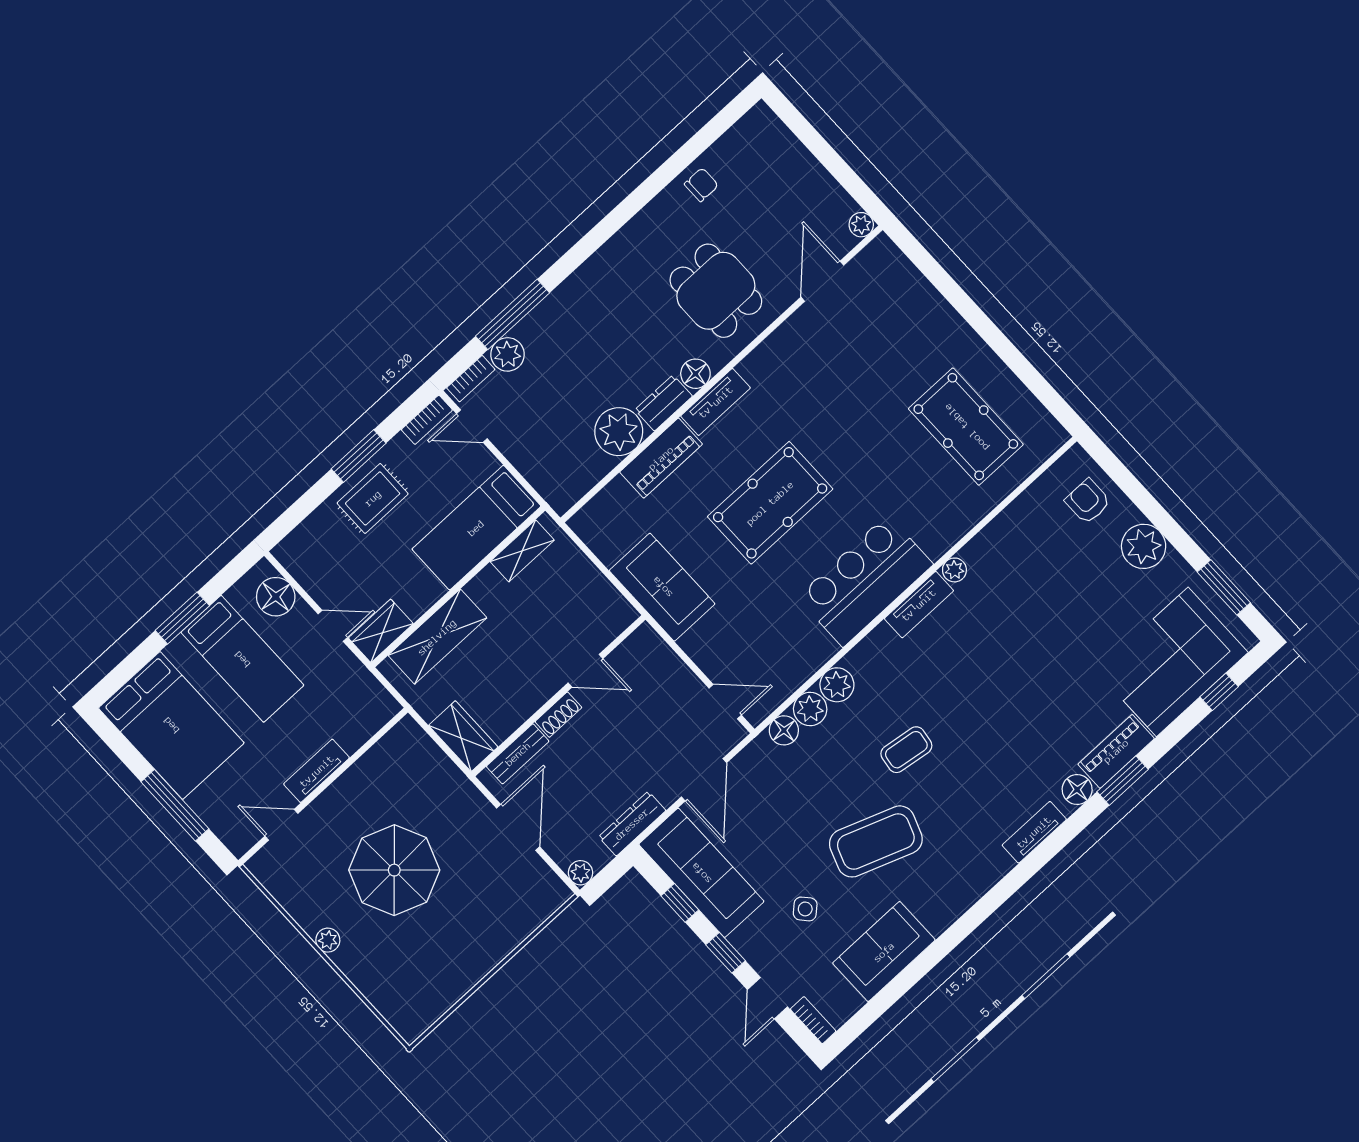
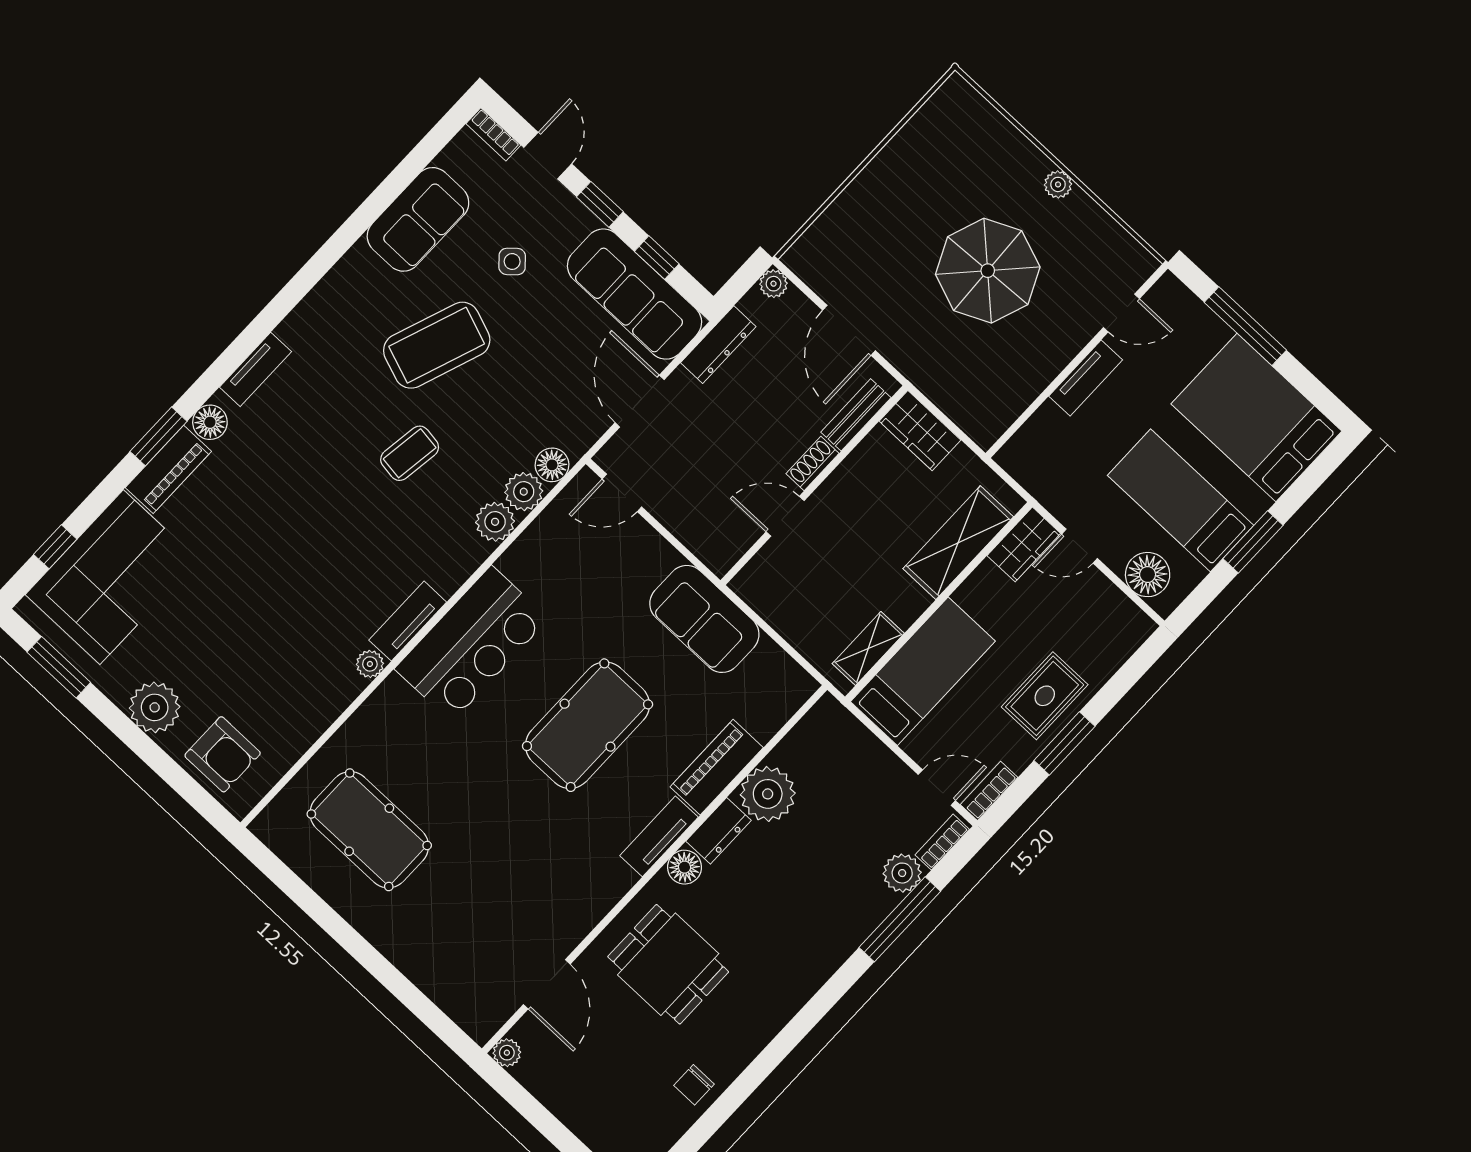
armchair: (1088, 501) -> (223, 754), width x1.38, depth x1.38

